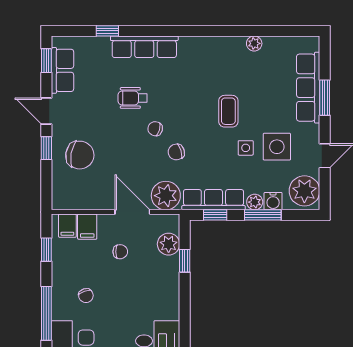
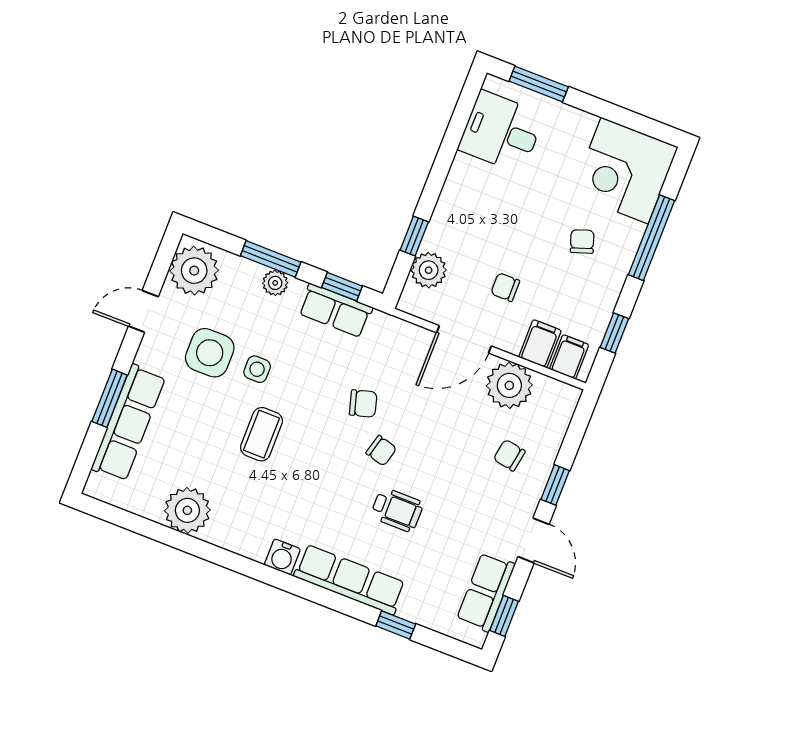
plant: (254, 43) -> (187, 510), width x1.88, depth x1.88
chair: (80, 155) -> (509, 455), width x0.54, depth x0.54
plant: (166, 196) -> (509, 385), moved
row of seats: (213, 200) -> (335, 310), width x0.68
water cooler: (273, 201) -> (282, 557), moved, turned 180
door: (132, 212) -> (464, 339), hinge flipped

